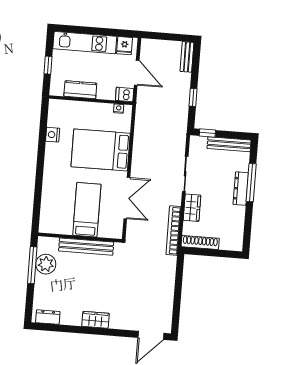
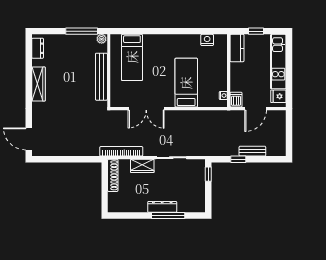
bench: (187, 57) -> (252, 151), moved
kitchen counter: (80, 90) -> (237, 48), moved
nightstand: (53, 135) -> (207, 40), moved
bench: (229, 144) -> (200, 194), removed
bed: (101, 150) -> (186, 83), width x0.67
bed: (87, 210) -> (132, 57), moved, turned 90
plant: (46, 264) -> (102, 39), moved, width x0.53, depth x0.53
wardrobe: (95, 320) -> (38, 84), width x1.50

